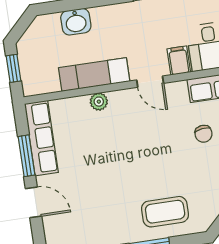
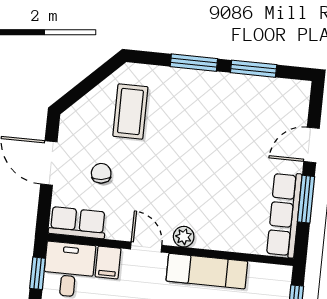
plant: (99, 102) -> (184, 237), moved
door: (34, 202) -> (312, 145), hinge flipped
coffee table: (165, 212) -> (130, 111), moved, turned 90

